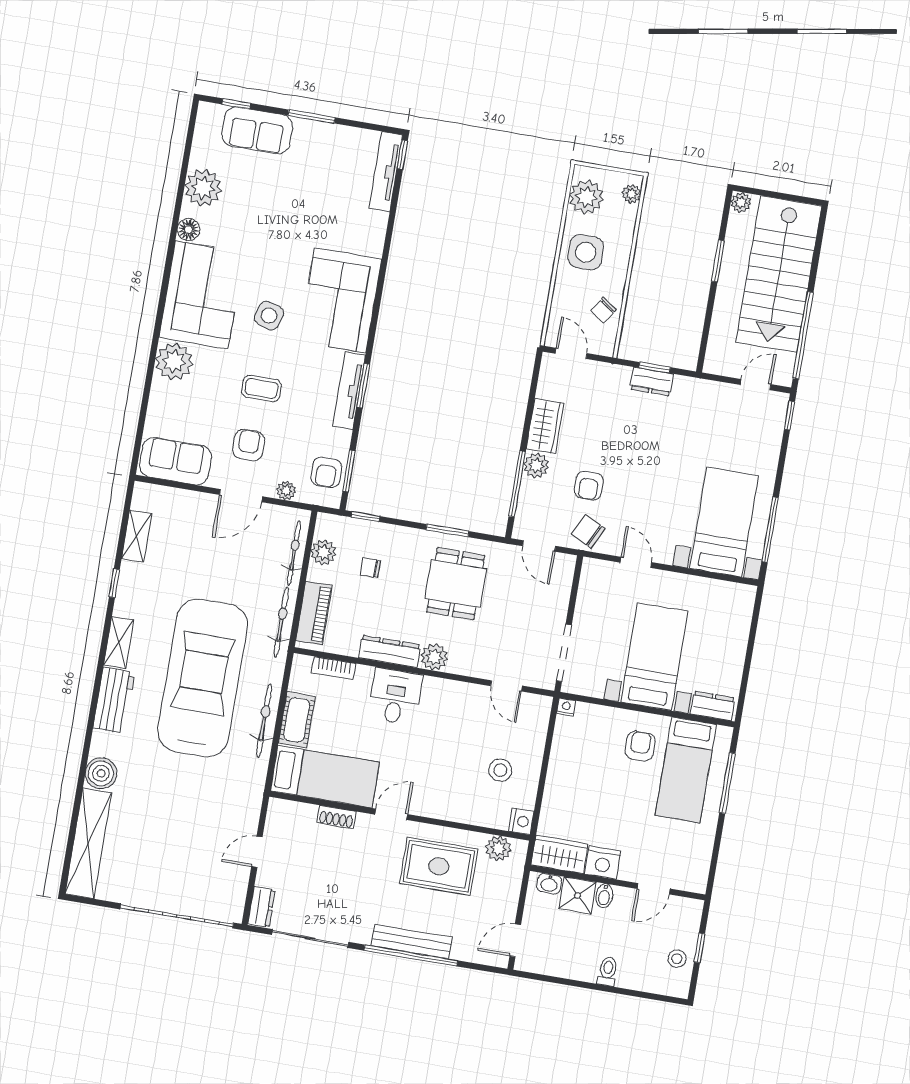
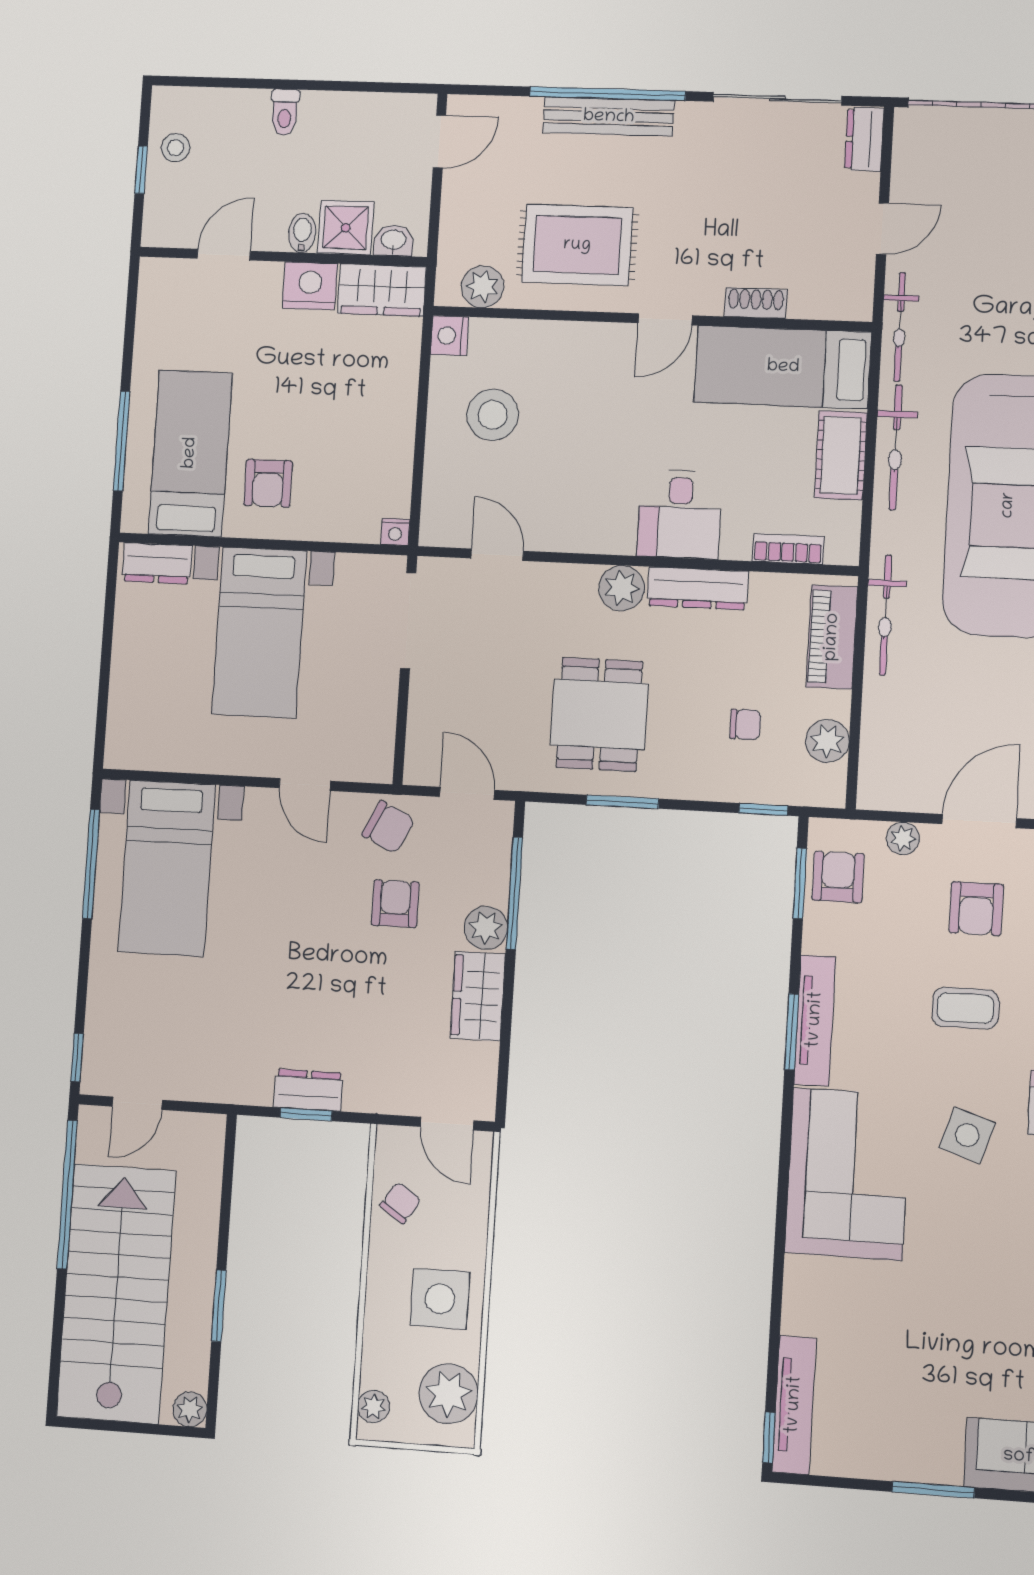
bicycle: (294, 553) -> (900, 327), moved
stool: (500, 770) -> (493, 415), width x1.38, depth x1.38

